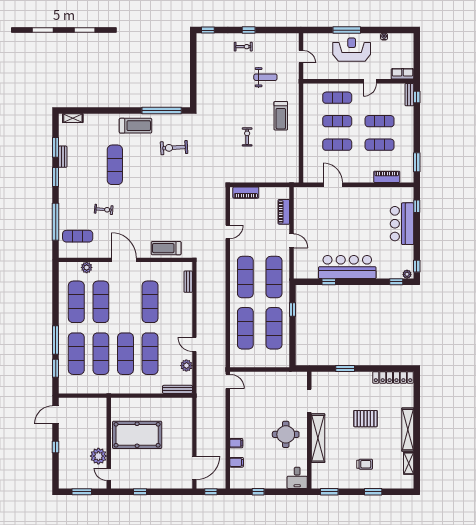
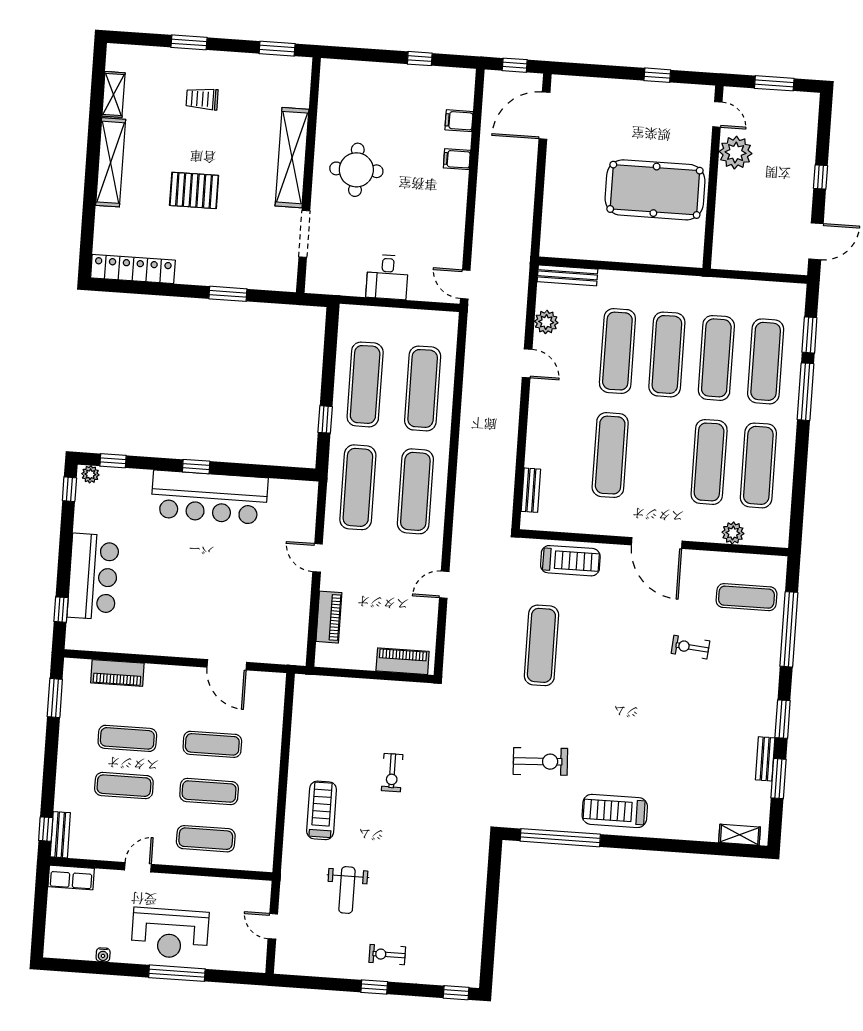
weight bench: (265, 77) -> (347, 890), turned -90
exercise mat: (115, 165) -> (541, 645), moved
window: (329, 282) -> (196, 467), moved
desk: (297, 478) -> (387, 277), moved, turned 180

